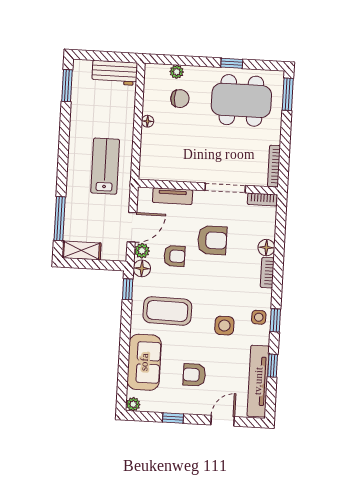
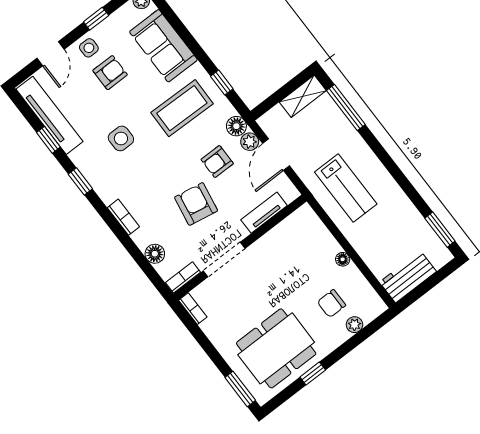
bookcase: (274, 166) -> (193, 309), width x0.64
armchair: (212, 240) -> (196, 204), turned 100
floor lamp: (266, 248) -> (155, 254), moved
window: (128, 289) -> (222, 82), moved
side table: (259, 317) -> (89, 48), moved

